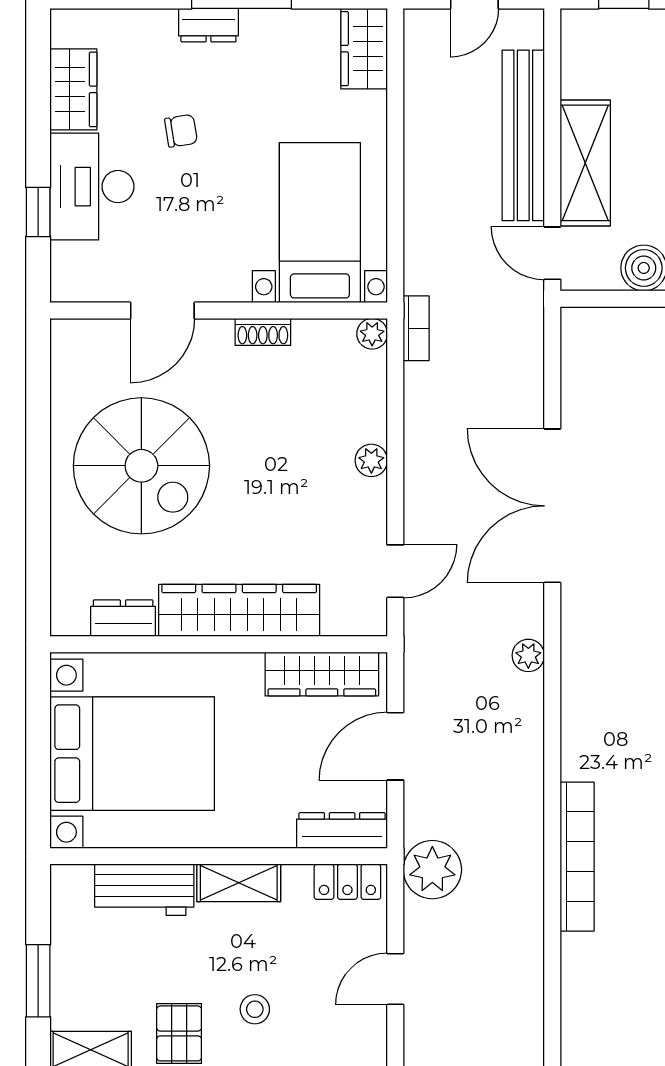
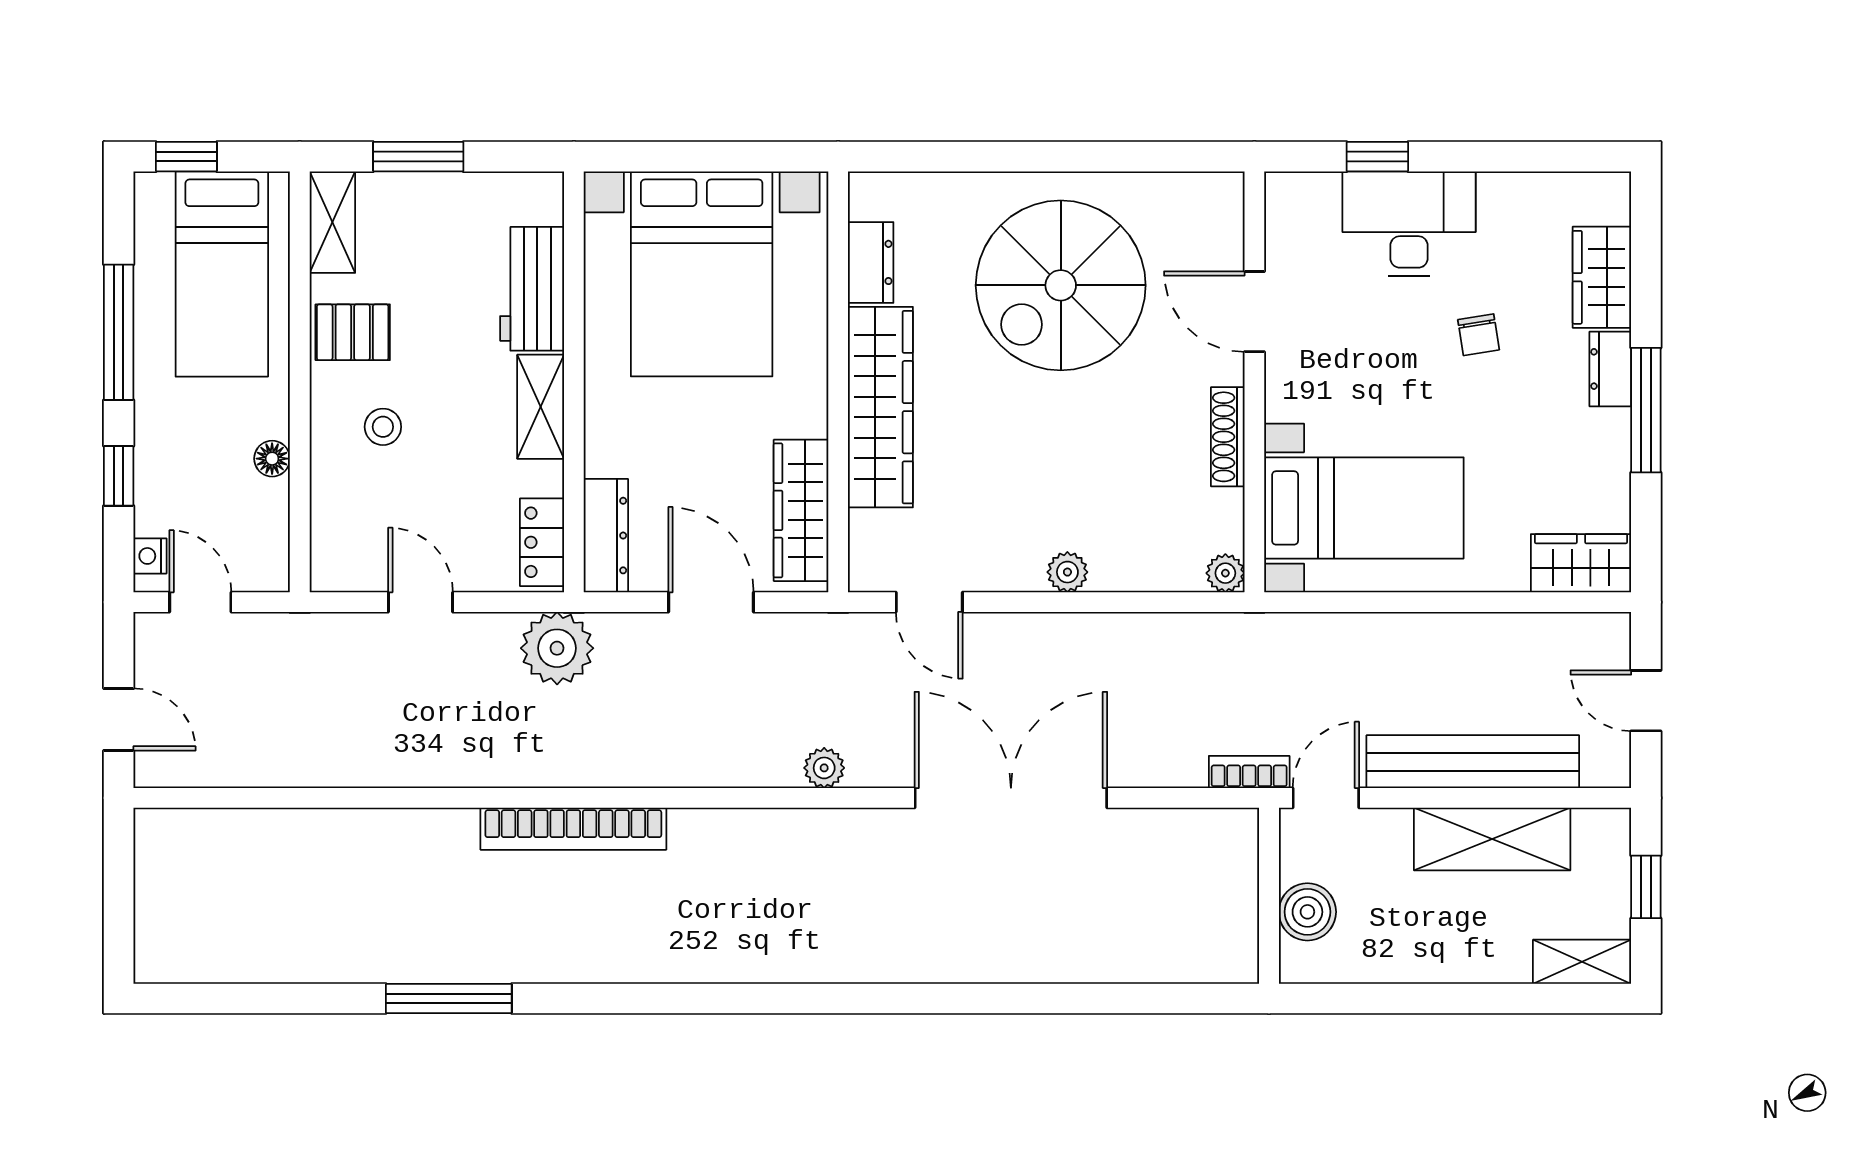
wardrobe: (73, 89) -> (1602, 277), moved, turned 90
shelving: (585, 163) -> (1492, 839), moved
bookcase: (416, 328) -> (1249, 772), moved, turned 180
shoe rack: (263, 332) -> (1228, 437), width x1.43

